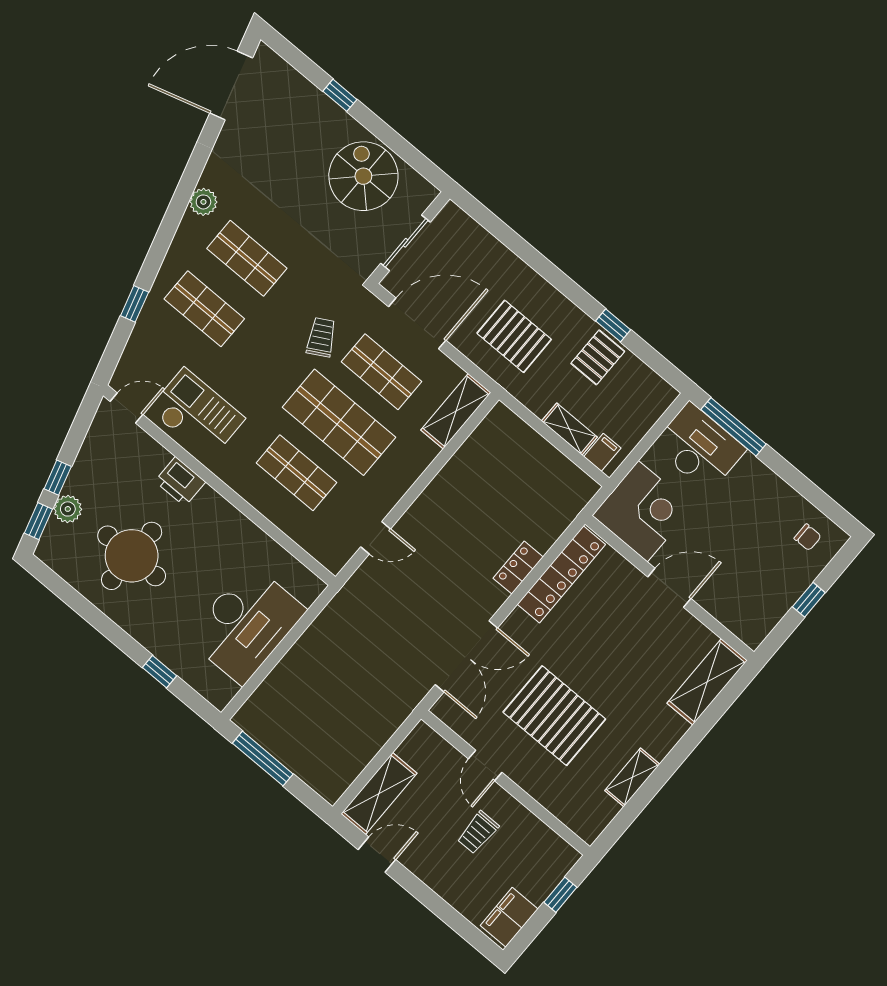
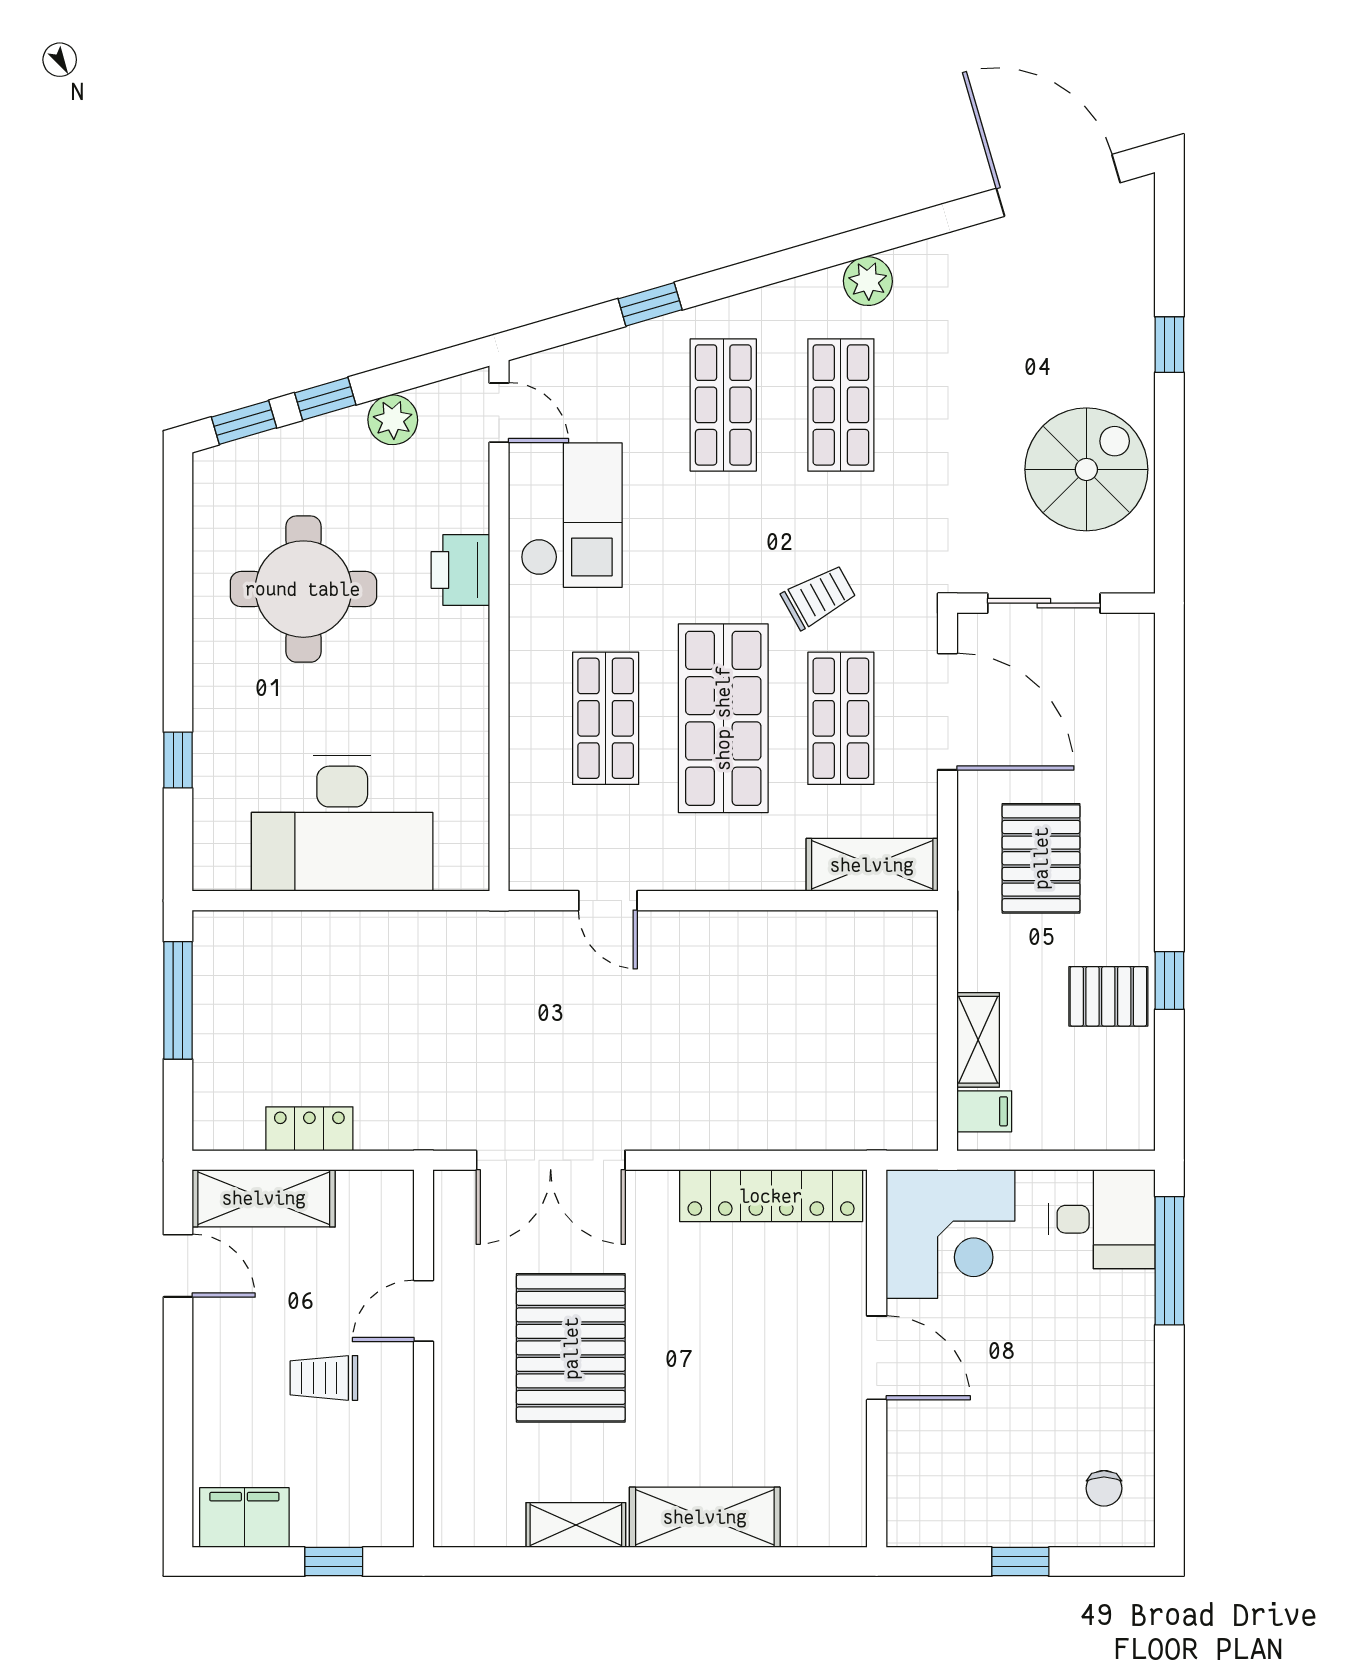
desk: (699, 447) -> (1102, 1219), width x0.73
plant: (68, 509) -> (393, 420), moved
locker: (518, 568) -> (309, 1129), moved
shelving: (707, 682) -> (705, 1517), moved

